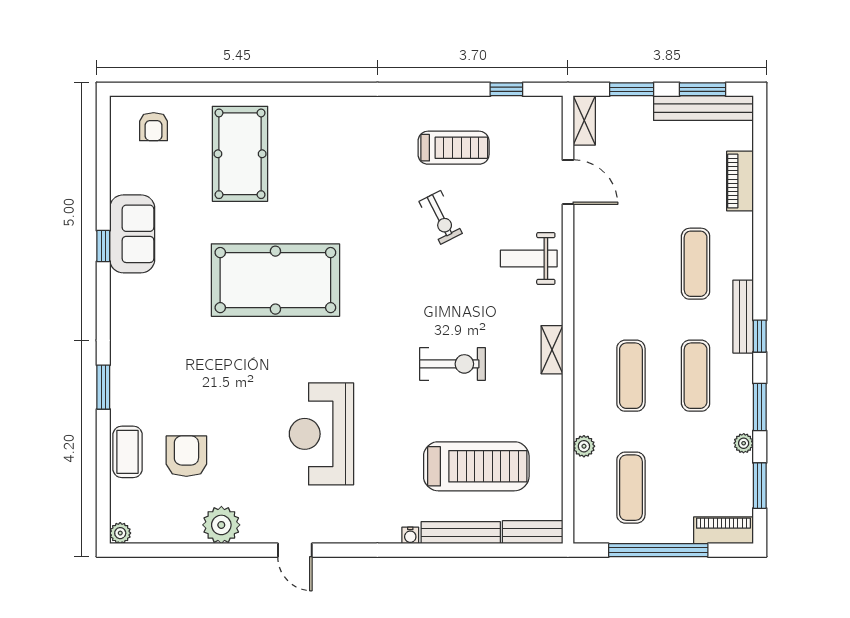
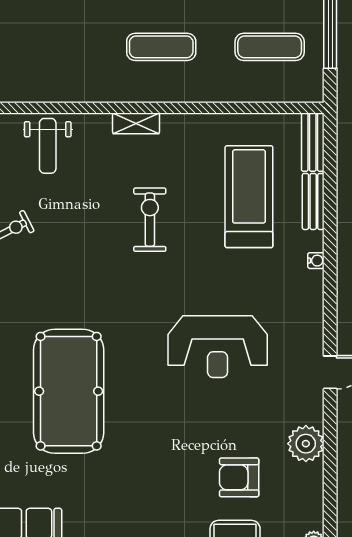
plant: (584, 446) -> (230, 92), removed
bench: (461, 533) -> (313, 201), width x0.73

